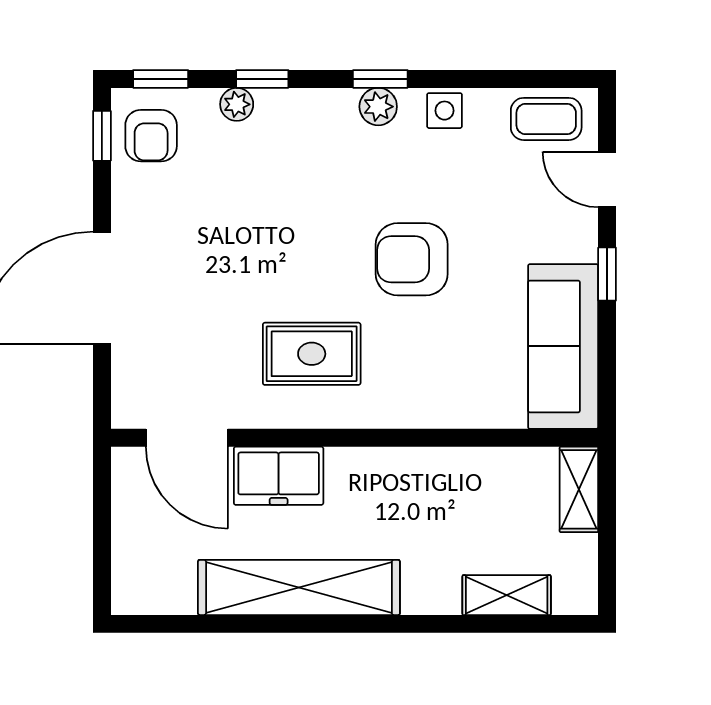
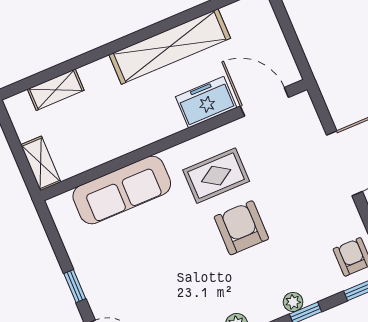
plant: (237, 104) -> (293, 302), moved
armchair: (412, 259) -> (241, 228), moved, turned -90
sofa: (563, 346) -> (122, 190), moved, turned 90

